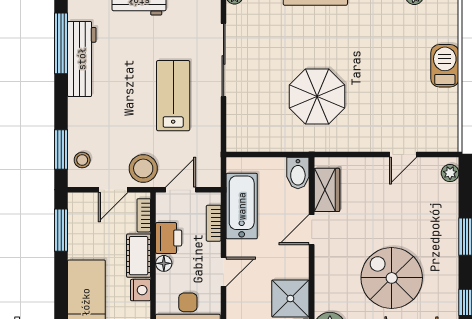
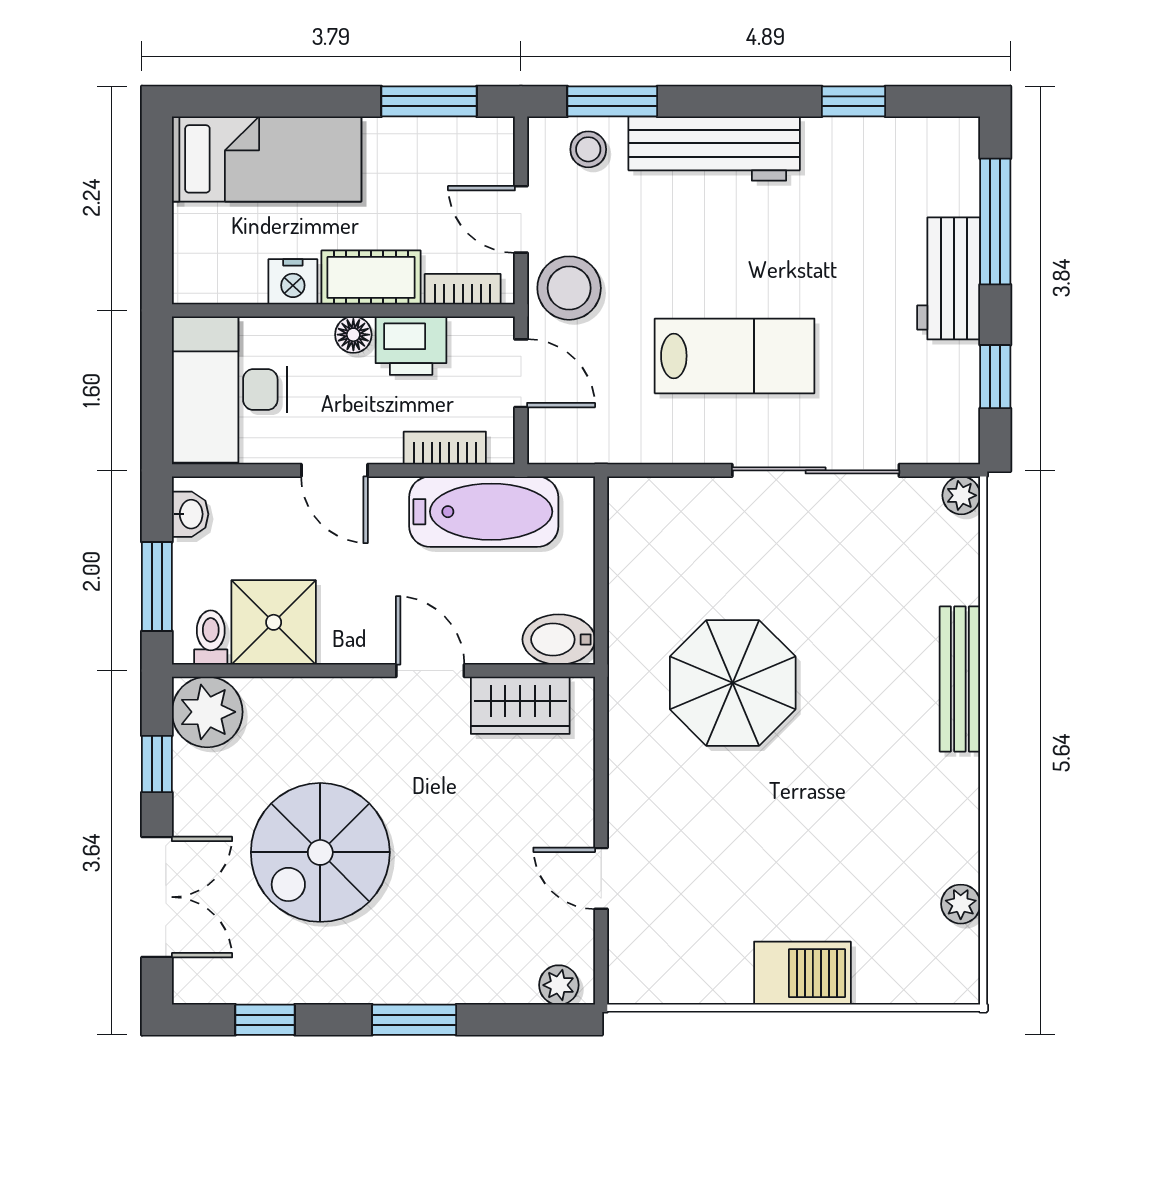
window: (61, 43) -> (853, 101), width x0.46
workbench: (82, 59) -> (714, 148), moved
spiral stairs: (392, 278) -> (320, 852), turned 180

